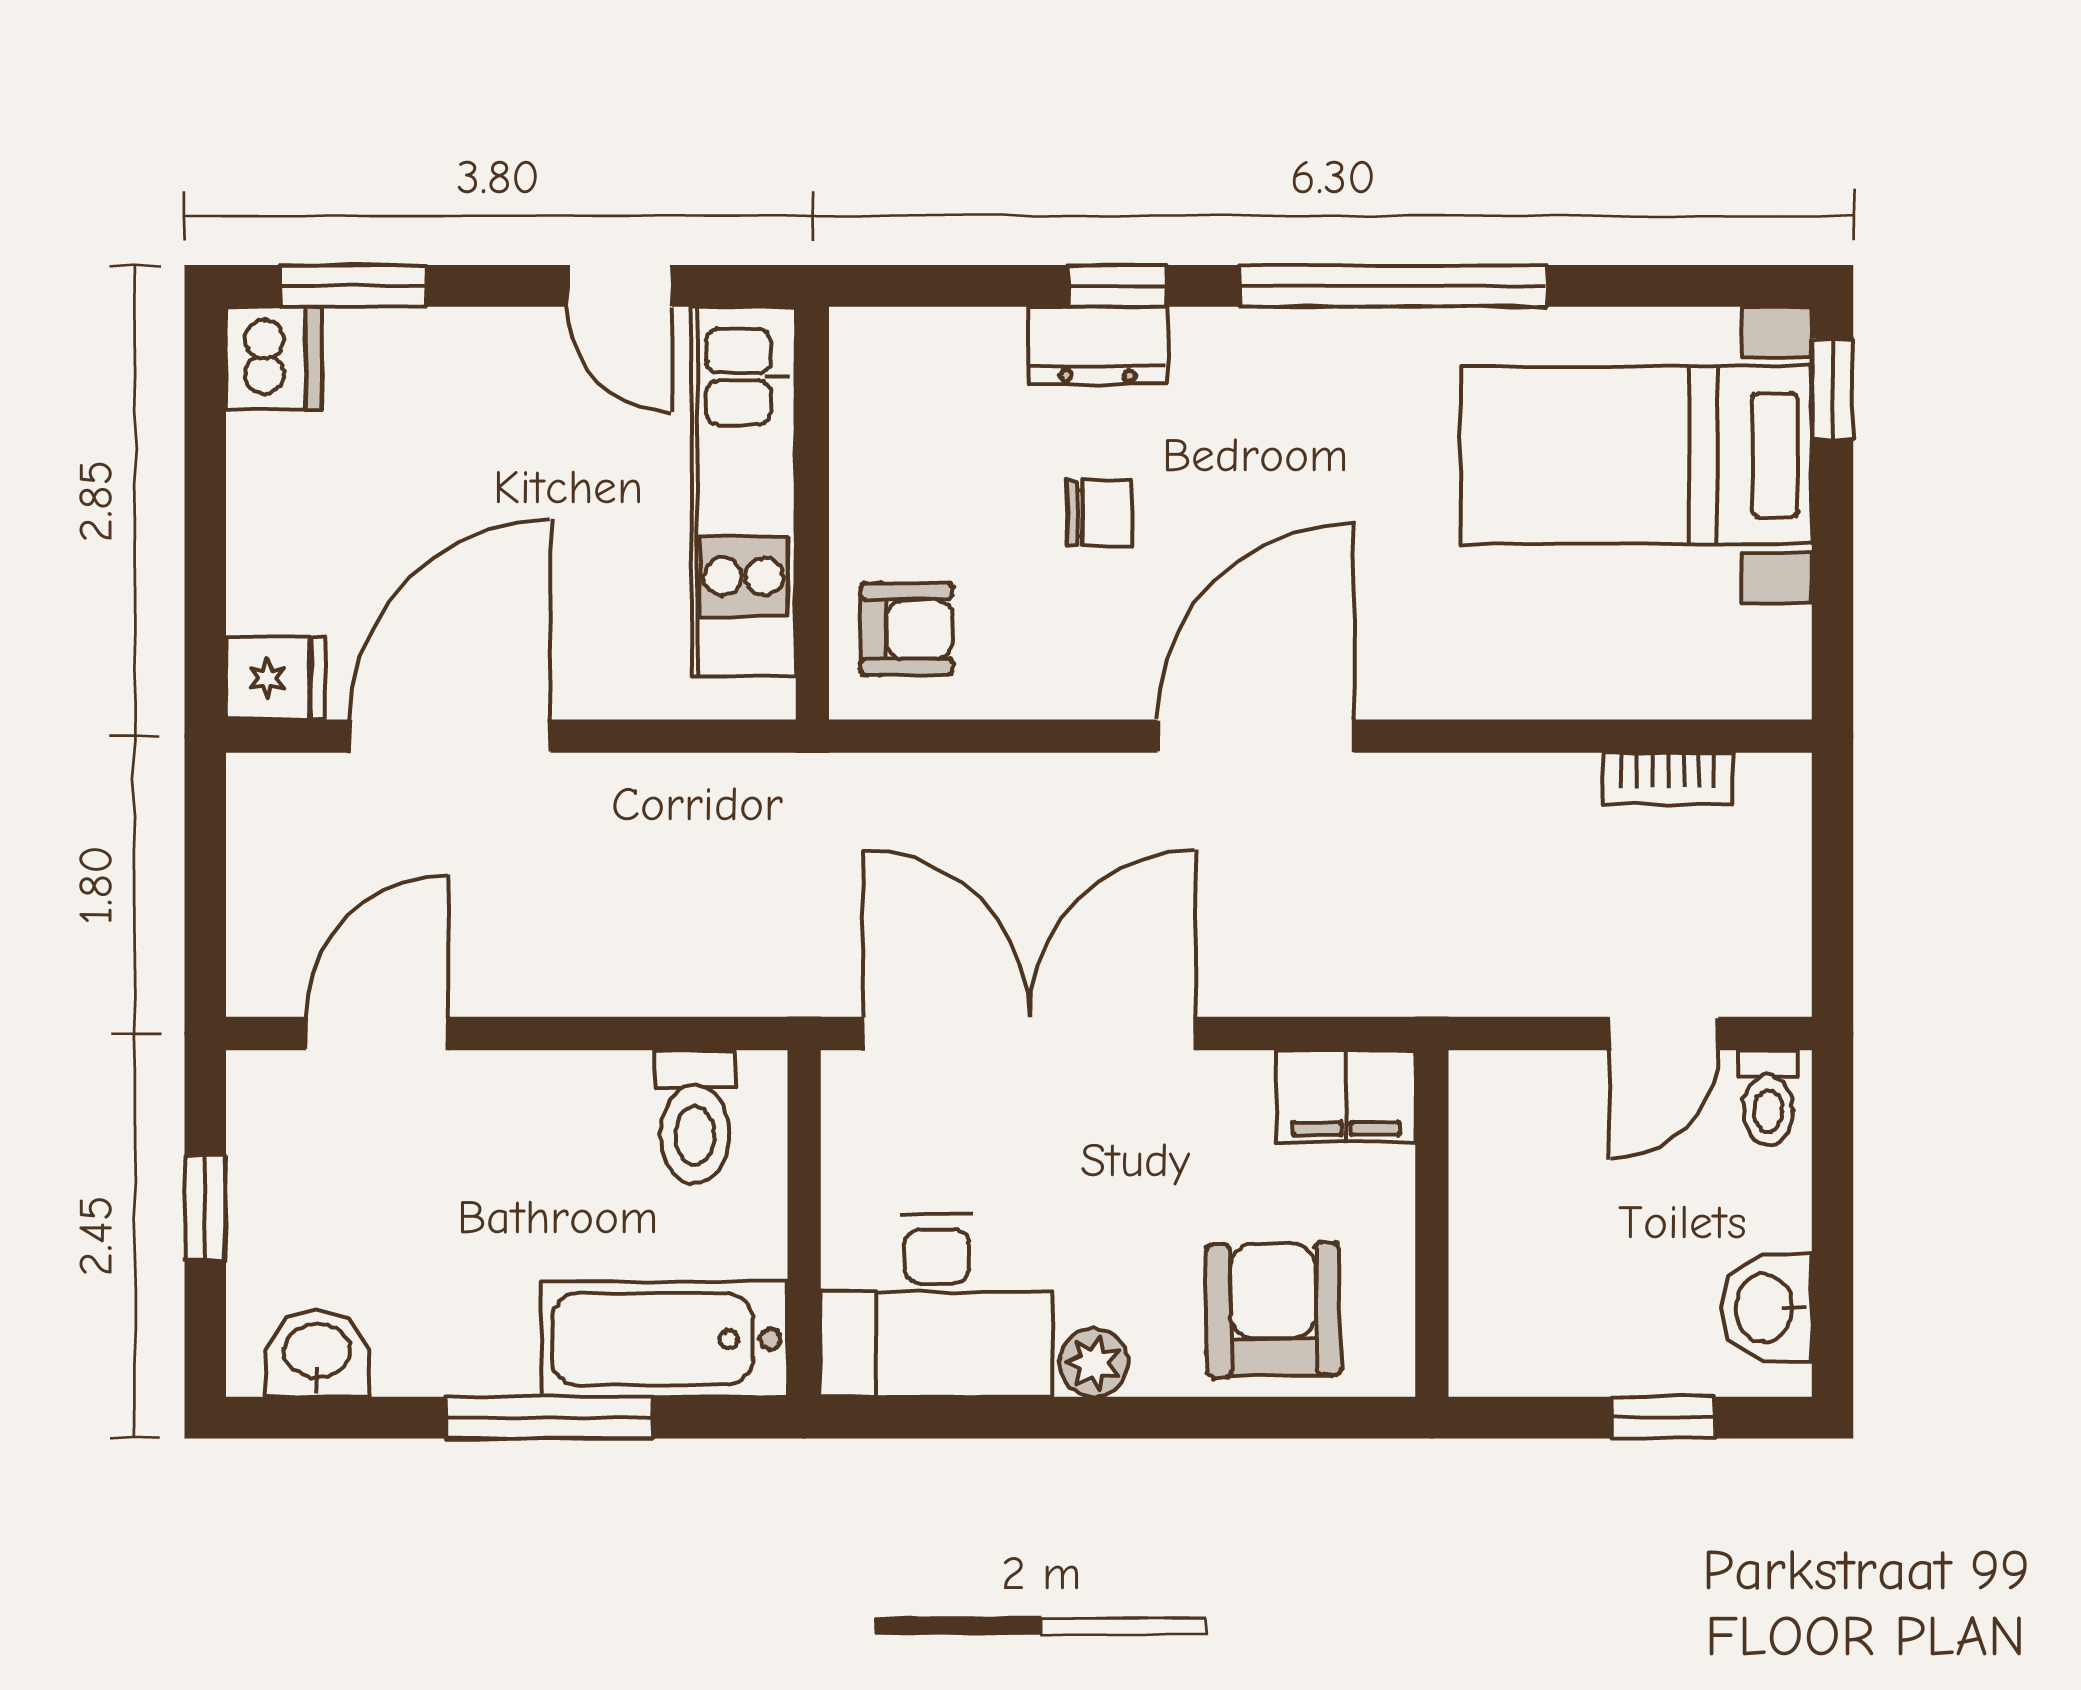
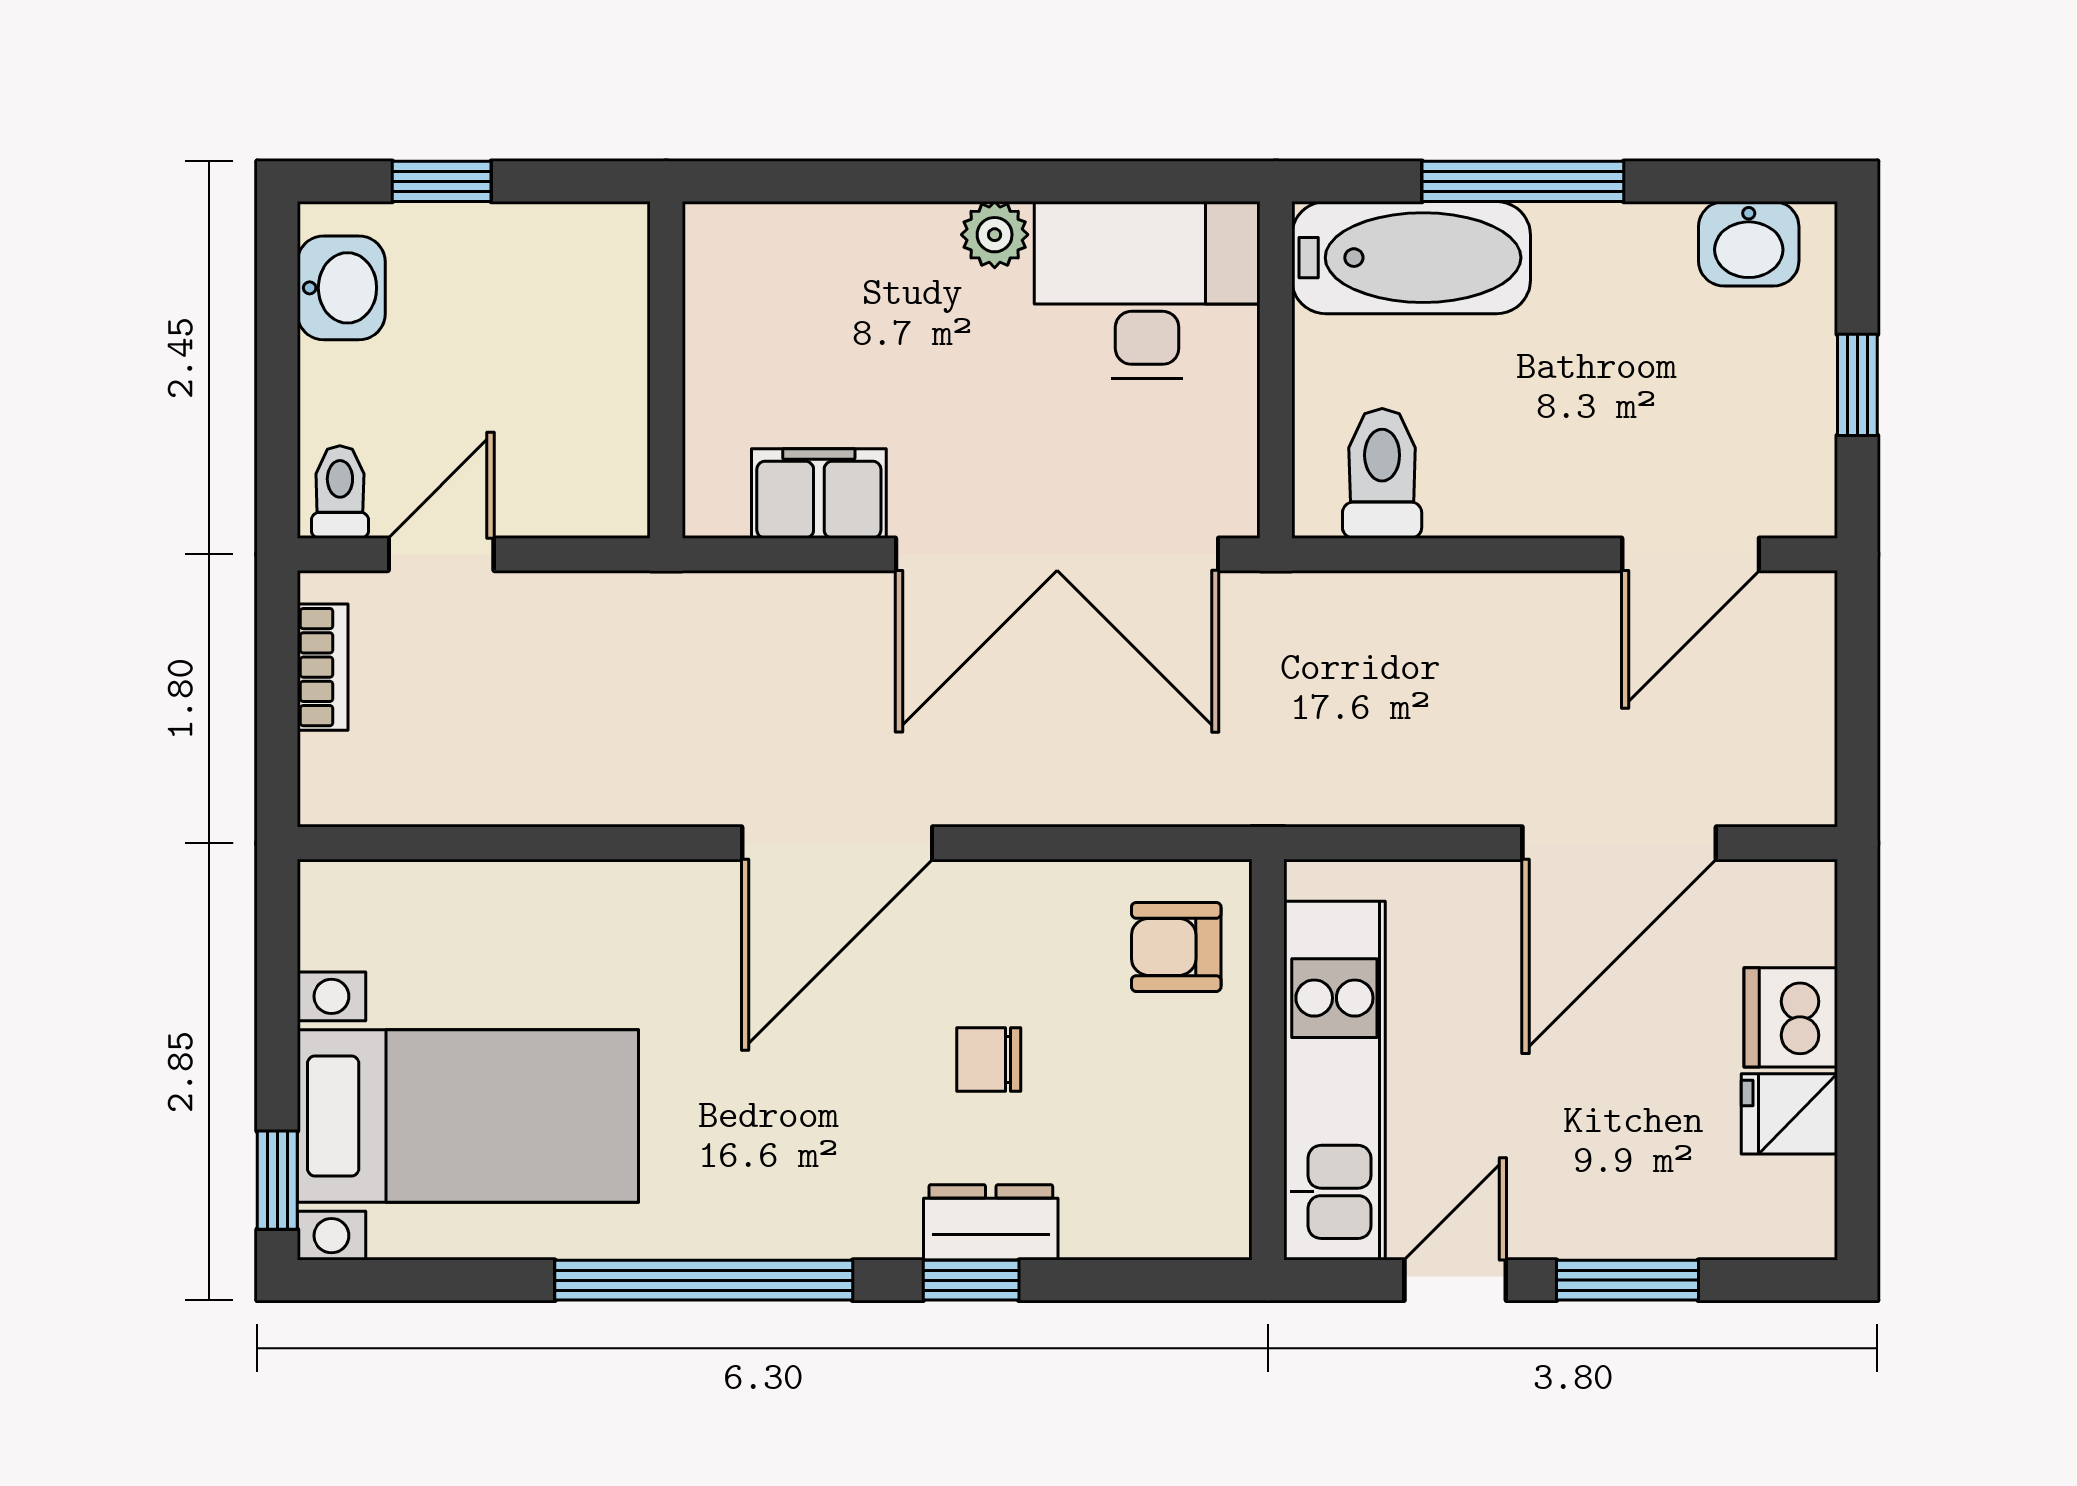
window: (353, 286) -> (1627, 1280), moved
door: (619, 286) -> (1455, 1280), hinge flipped
dishwasher: (274, 358) -> (1791, 1017), moved
fridge: (275, 678) -> (1789, 1114), moved
bookcase: (1668, 779) -> (323, 667), moved, turned 90
filing cabinet: (1346, 1096) -> (819, 493), moved
armchair: (1273, 1310) -> (820, 286), removed

